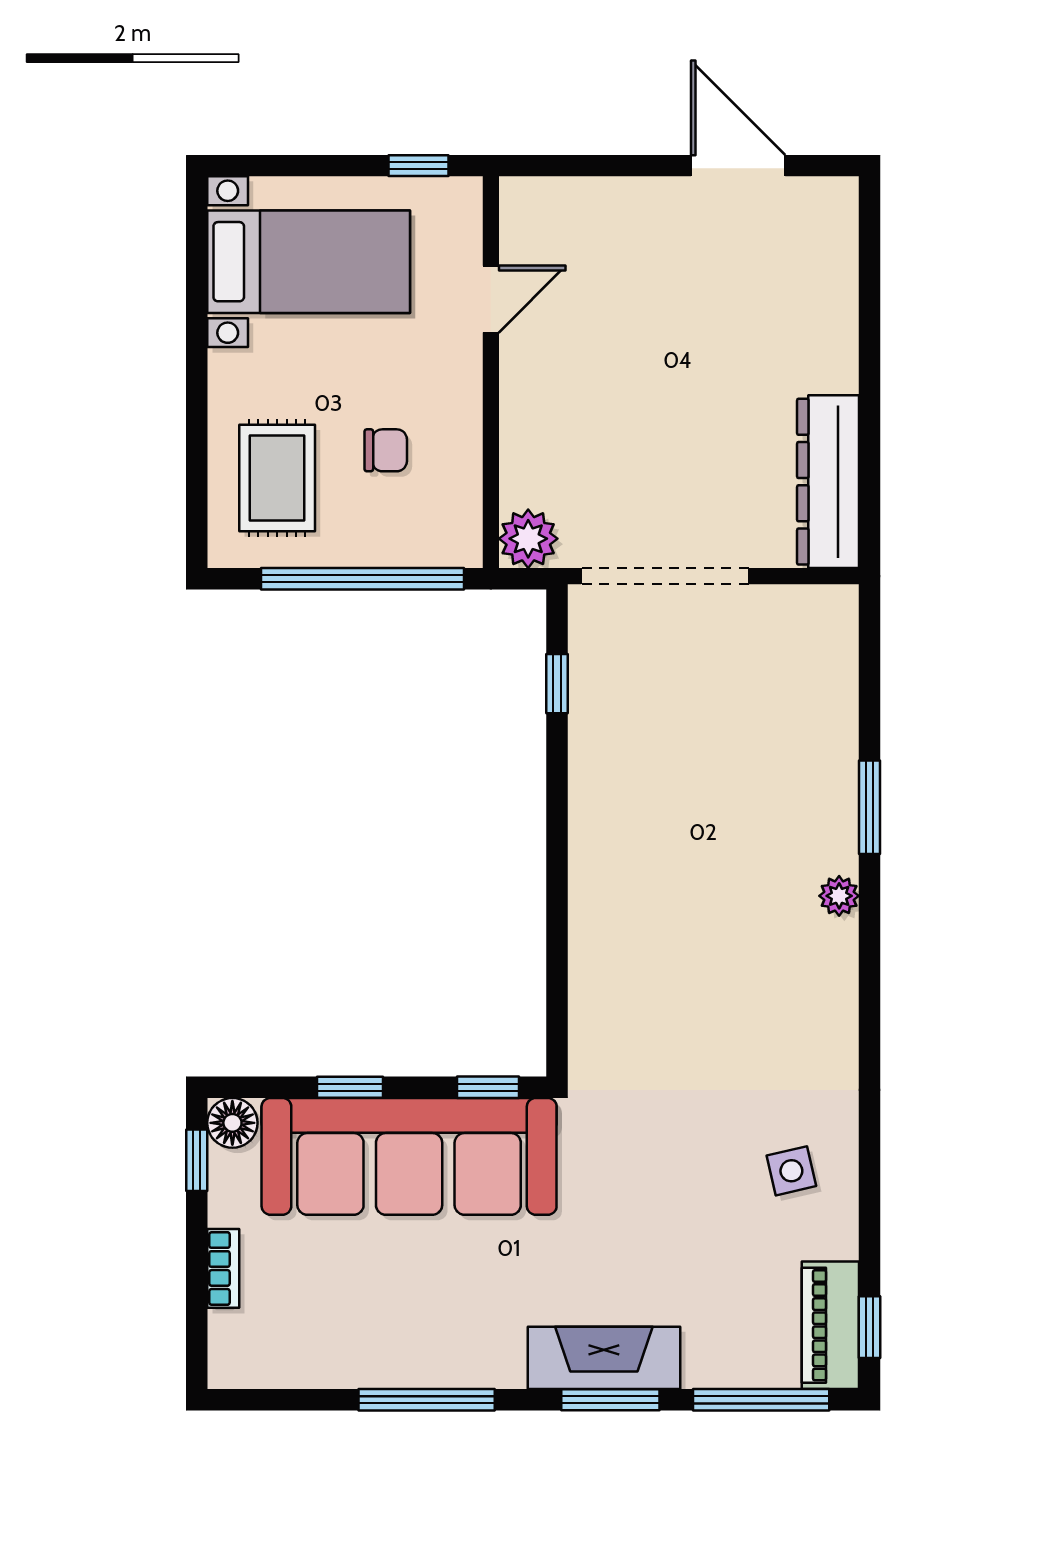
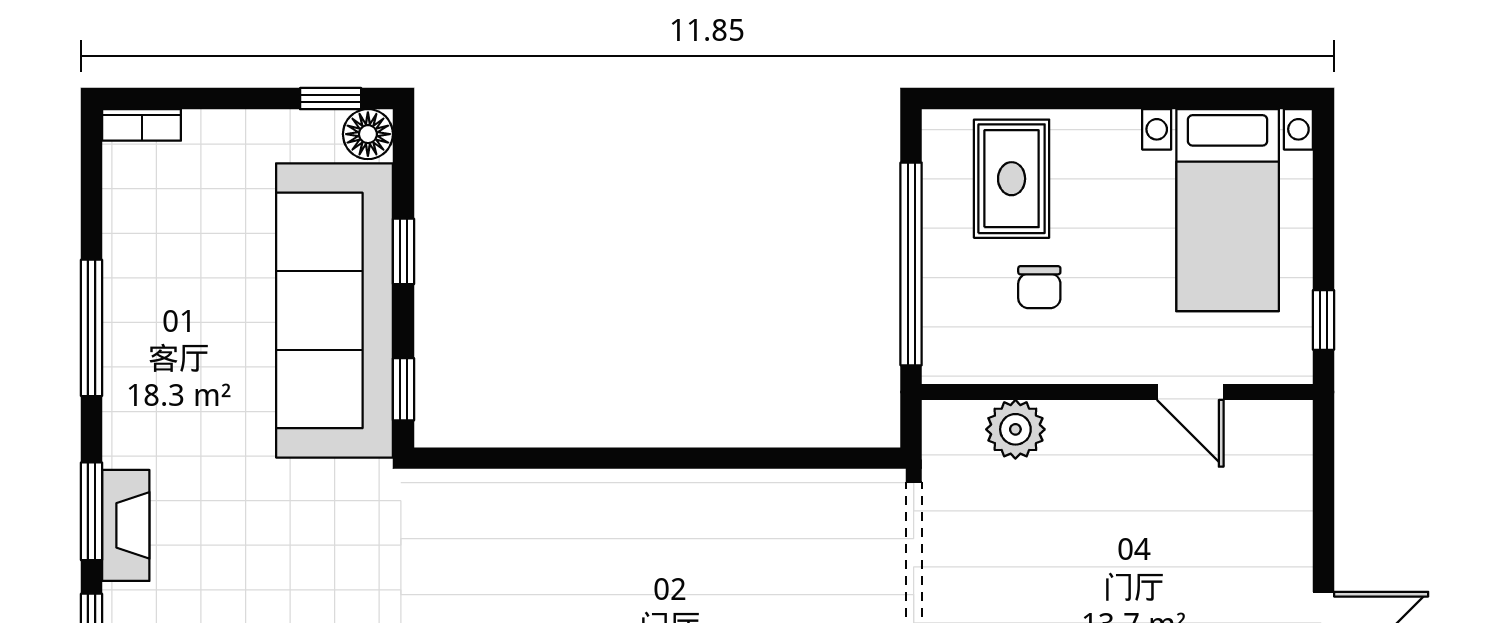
rug: (277, 478) -> (1012, 179), turned 90
plant: (528, 539) -> (1015, 429), moved
window: (557, 684) -> (806, 458), removed
bookcase: (223, 1268) -> (142, 125), moved
fireplace: (604, 1358) -> (126, 525), width x0.73, depth x0.76

